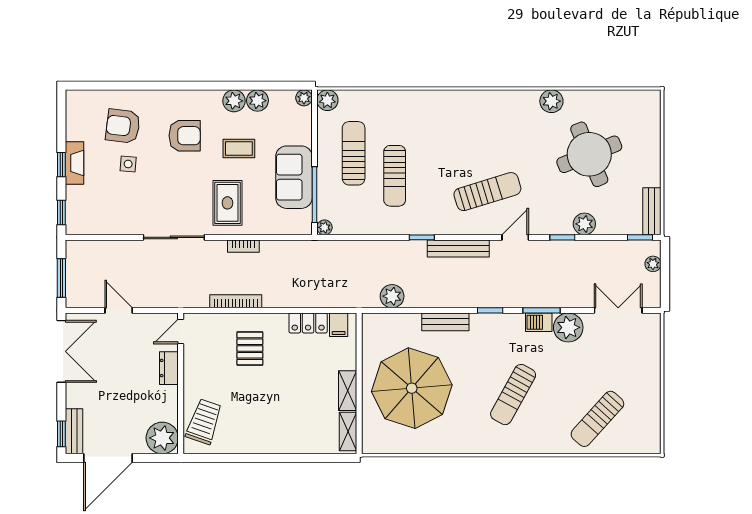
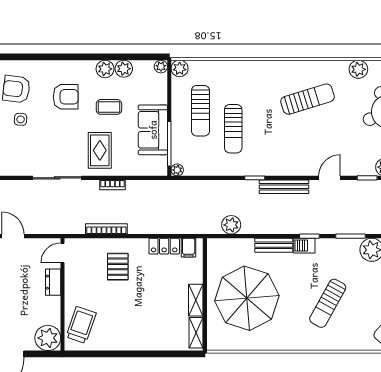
sun lounger: (354, 153) -> (200, 111), turned 180
sun lounger: (487, 192) -> (308, 99), moved
barbecue: (539, 322) -> (304, 246), moved

